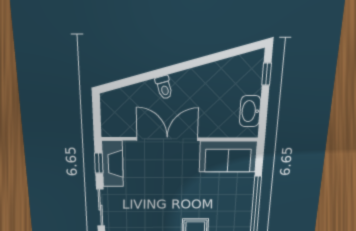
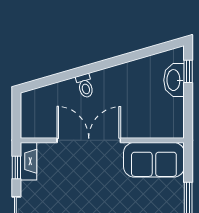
washbasin: (250, 111) -> (174, 80), moved
fireplace: (113, 164) -> (28, 161), width x0.73, depth x0.76

